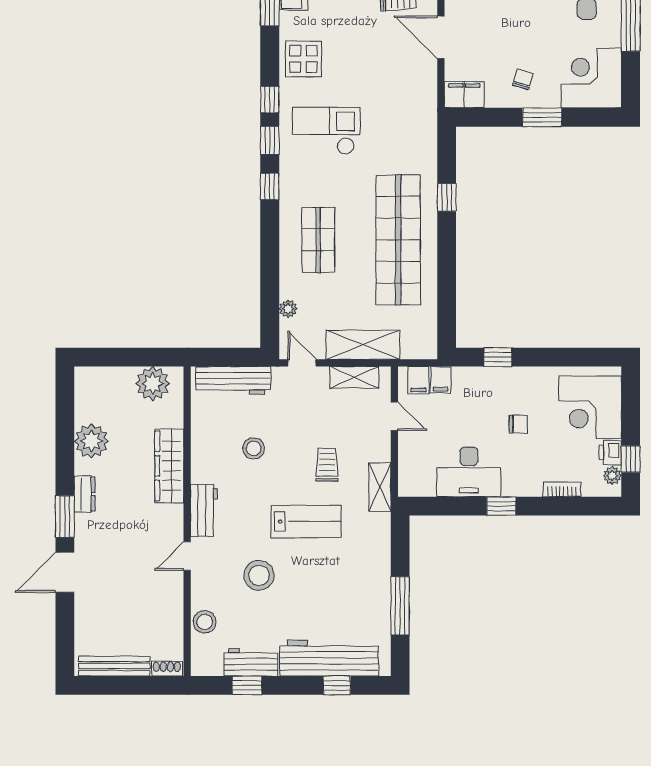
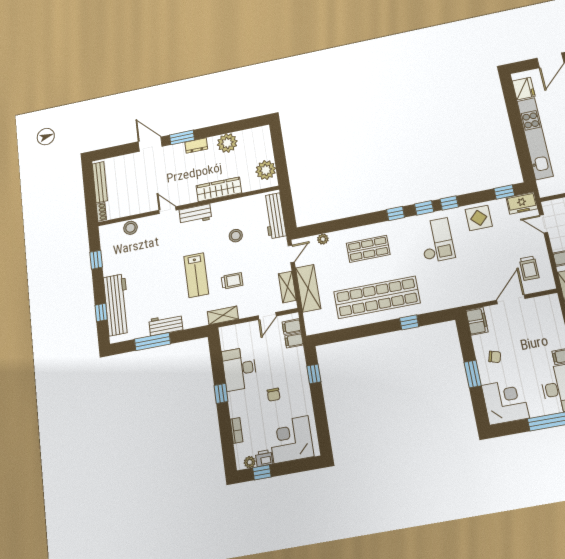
stool: (259, 575) -> (161, 254), removed
workbench: (251, 662) -> (166, 325), moved, turned -90

